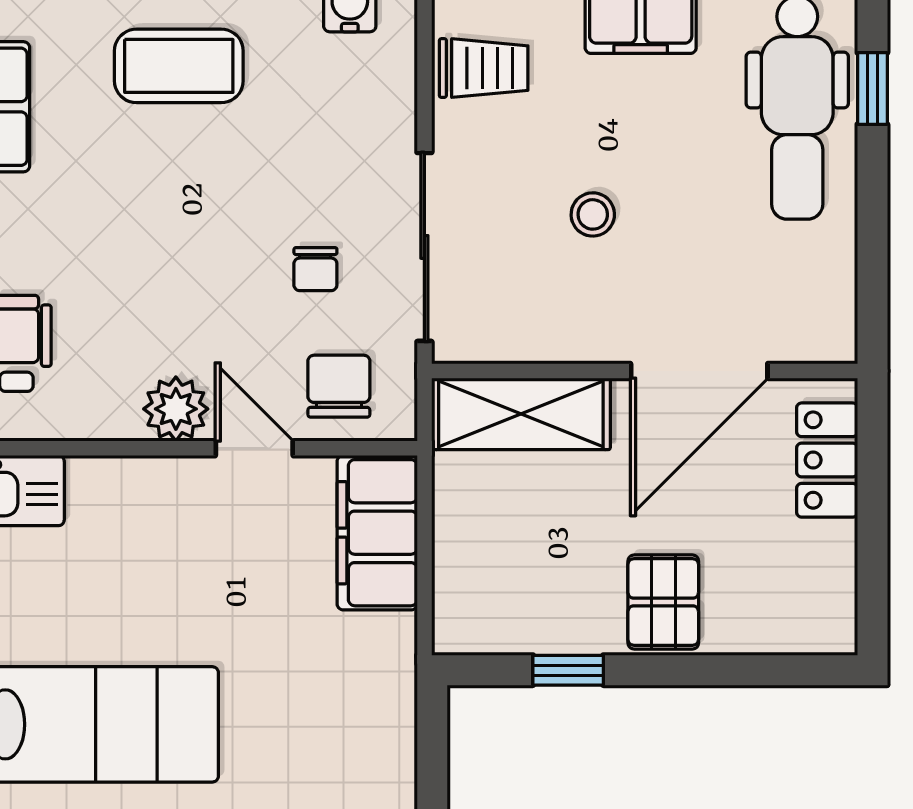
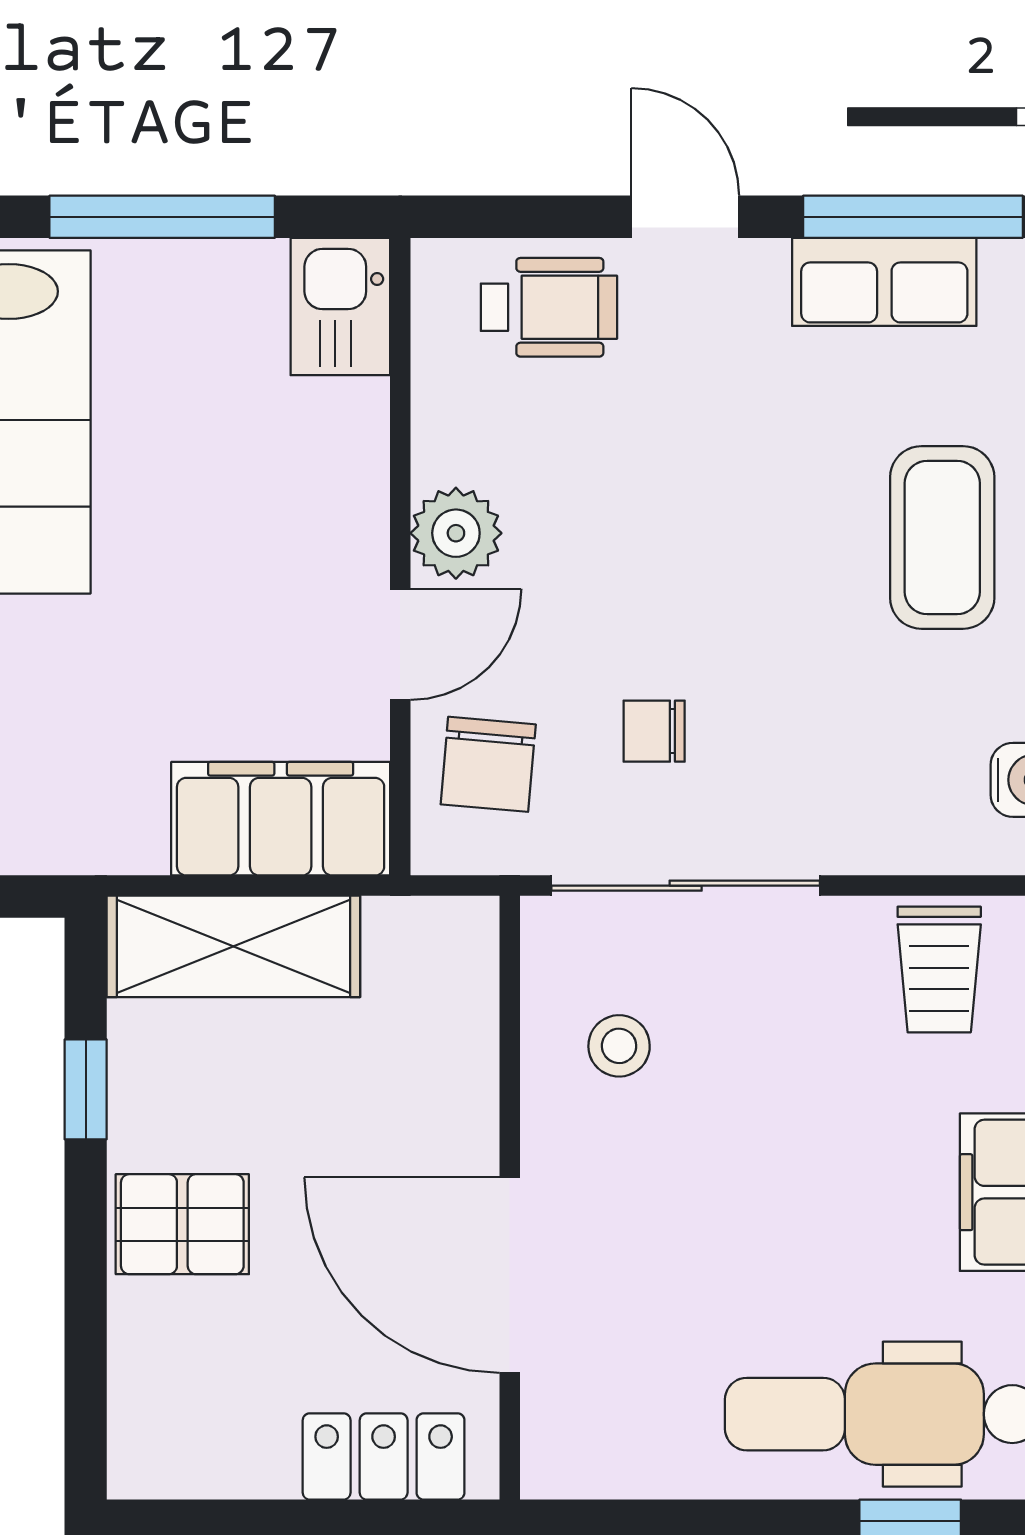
stool: (593, 214) -> (619, 1046), moved
chair: (339, 386) -> (488, 764), turned 95
shelving: (521, 414) -> (233, 946), moved, turned 90

